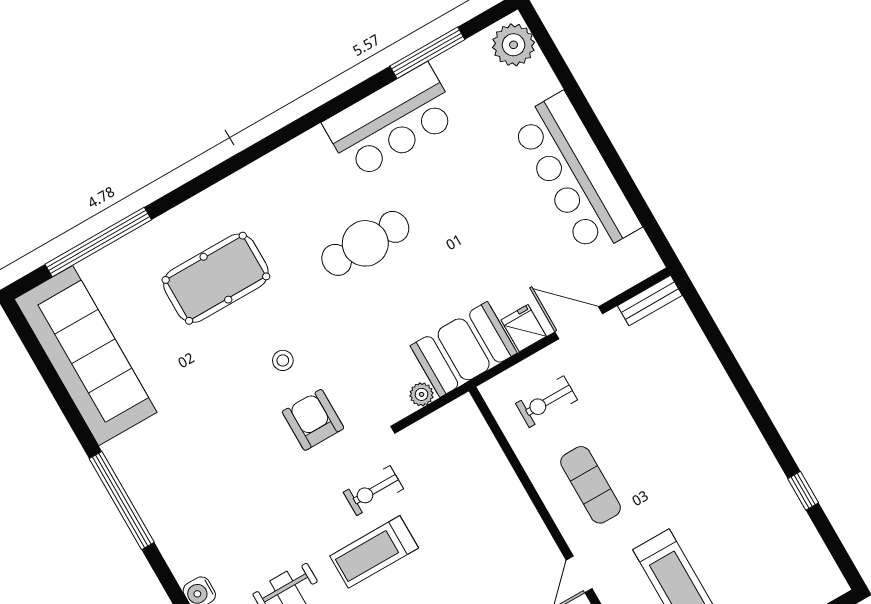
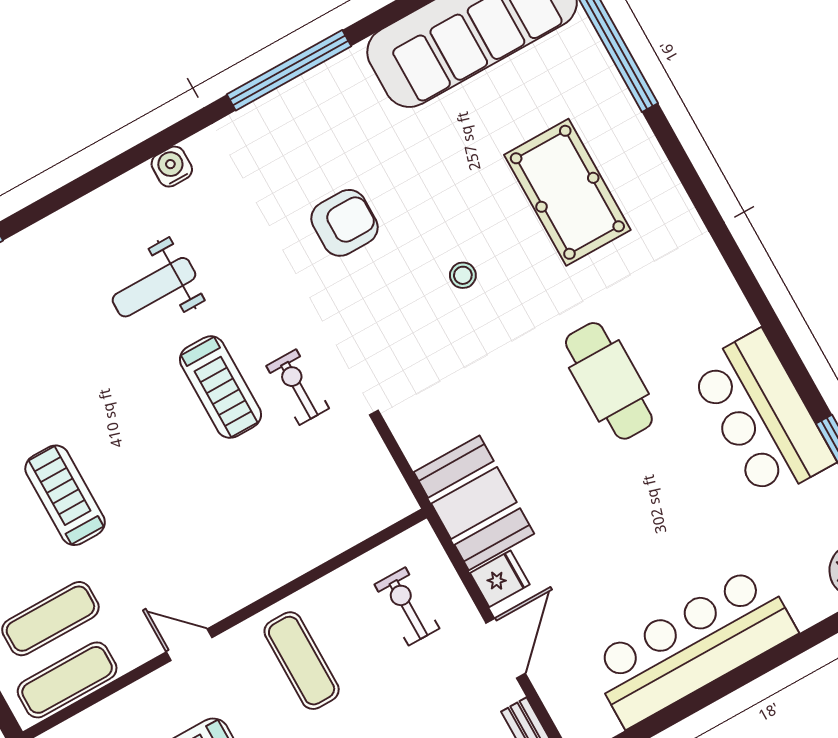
plant: (422, 394) -> (418, 449), removed
armchair: (313, 420) -> (345, 223), moved
exercise mat: (591, 485) -> (302, 661), turned 90
treadmill: (374, 552) -> (220, 387), turned 180

